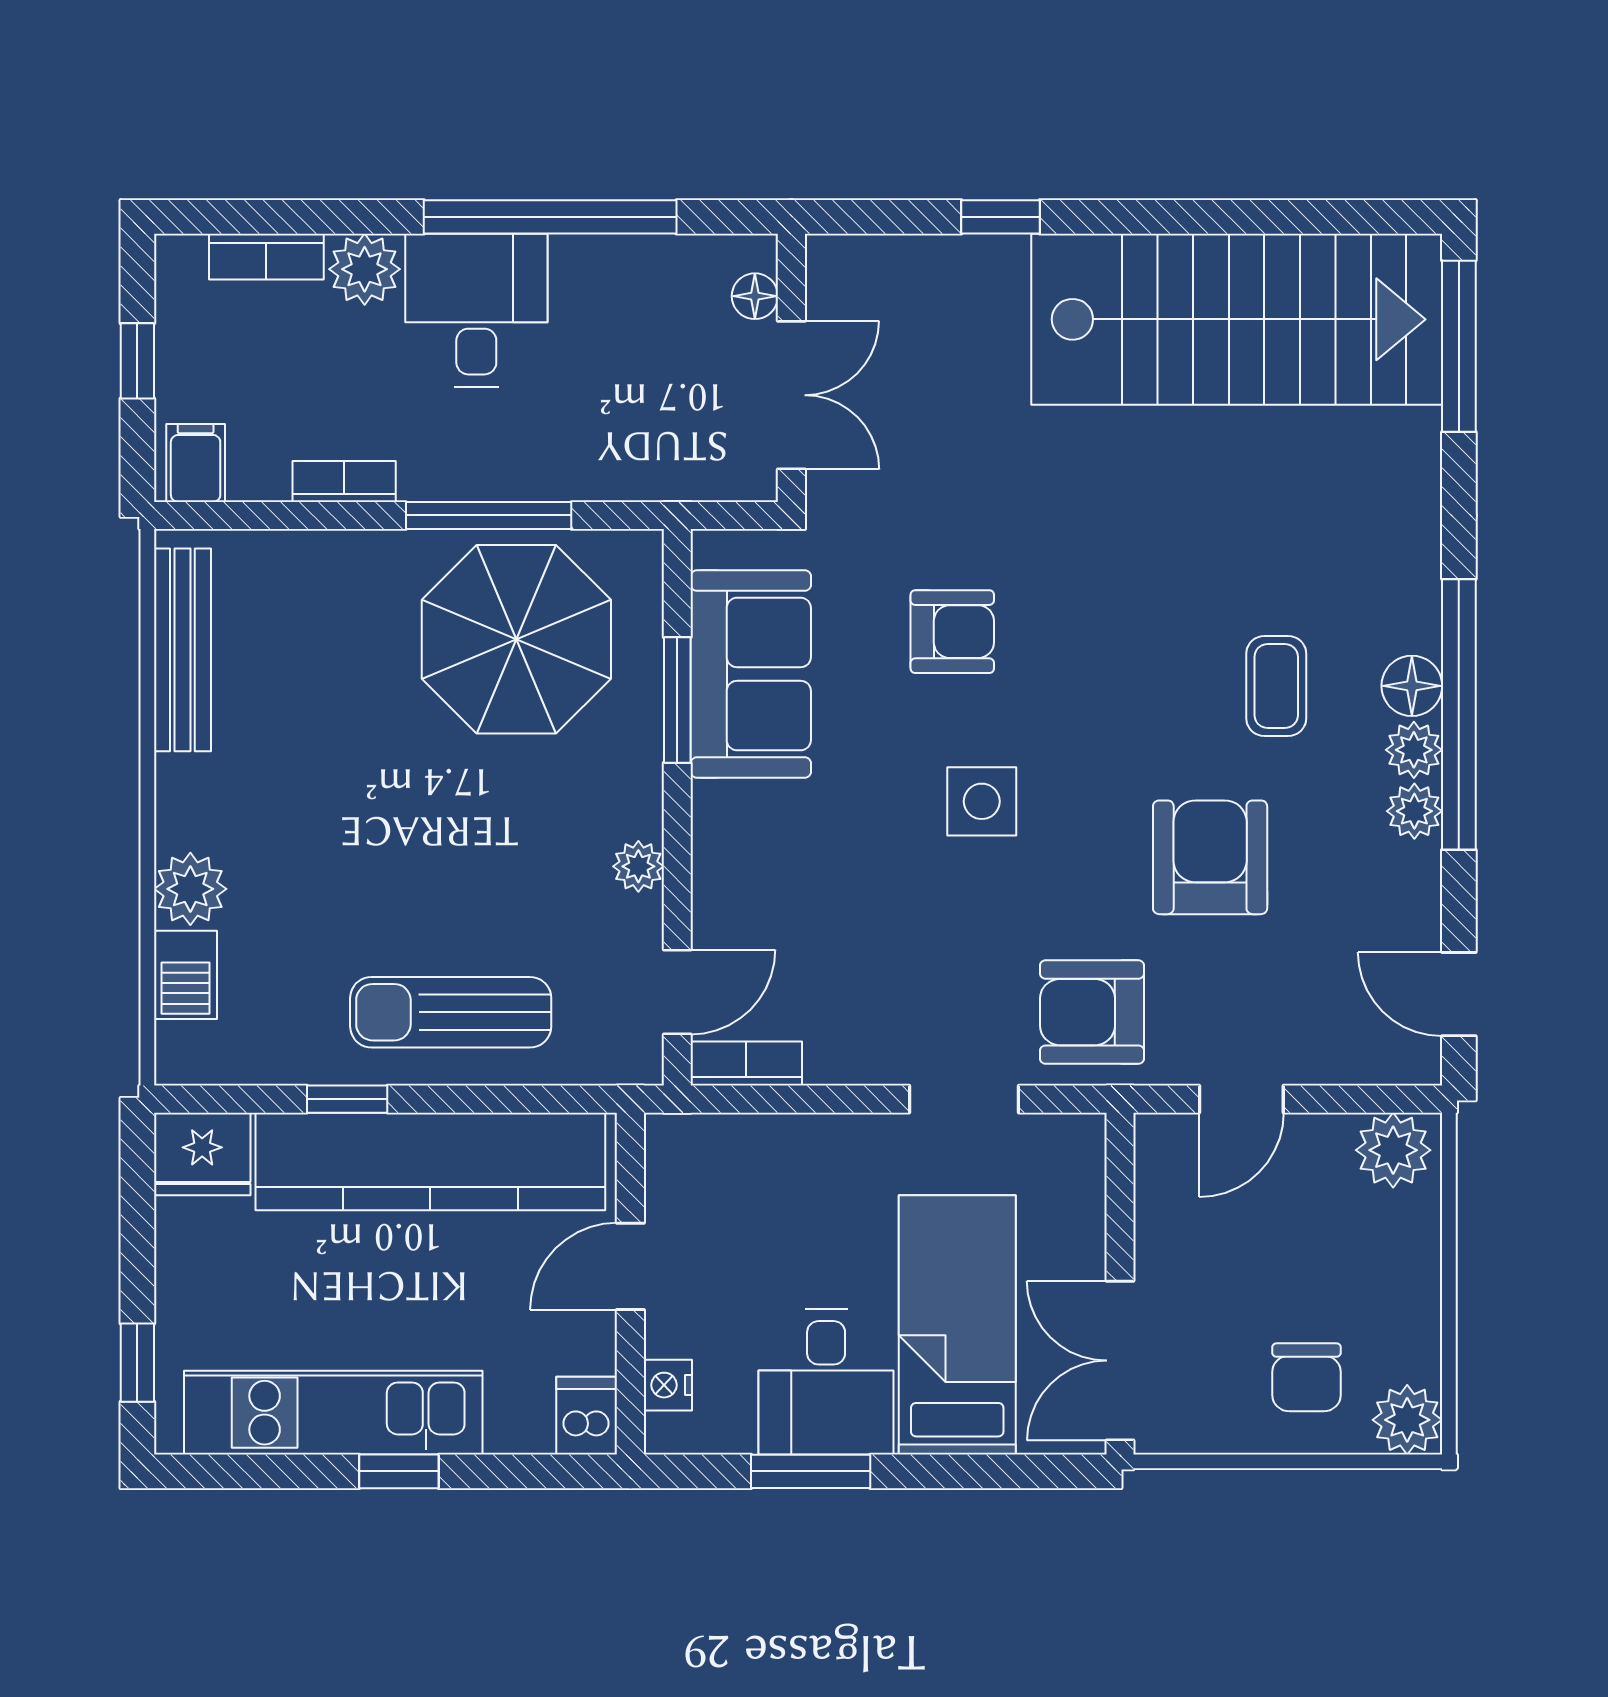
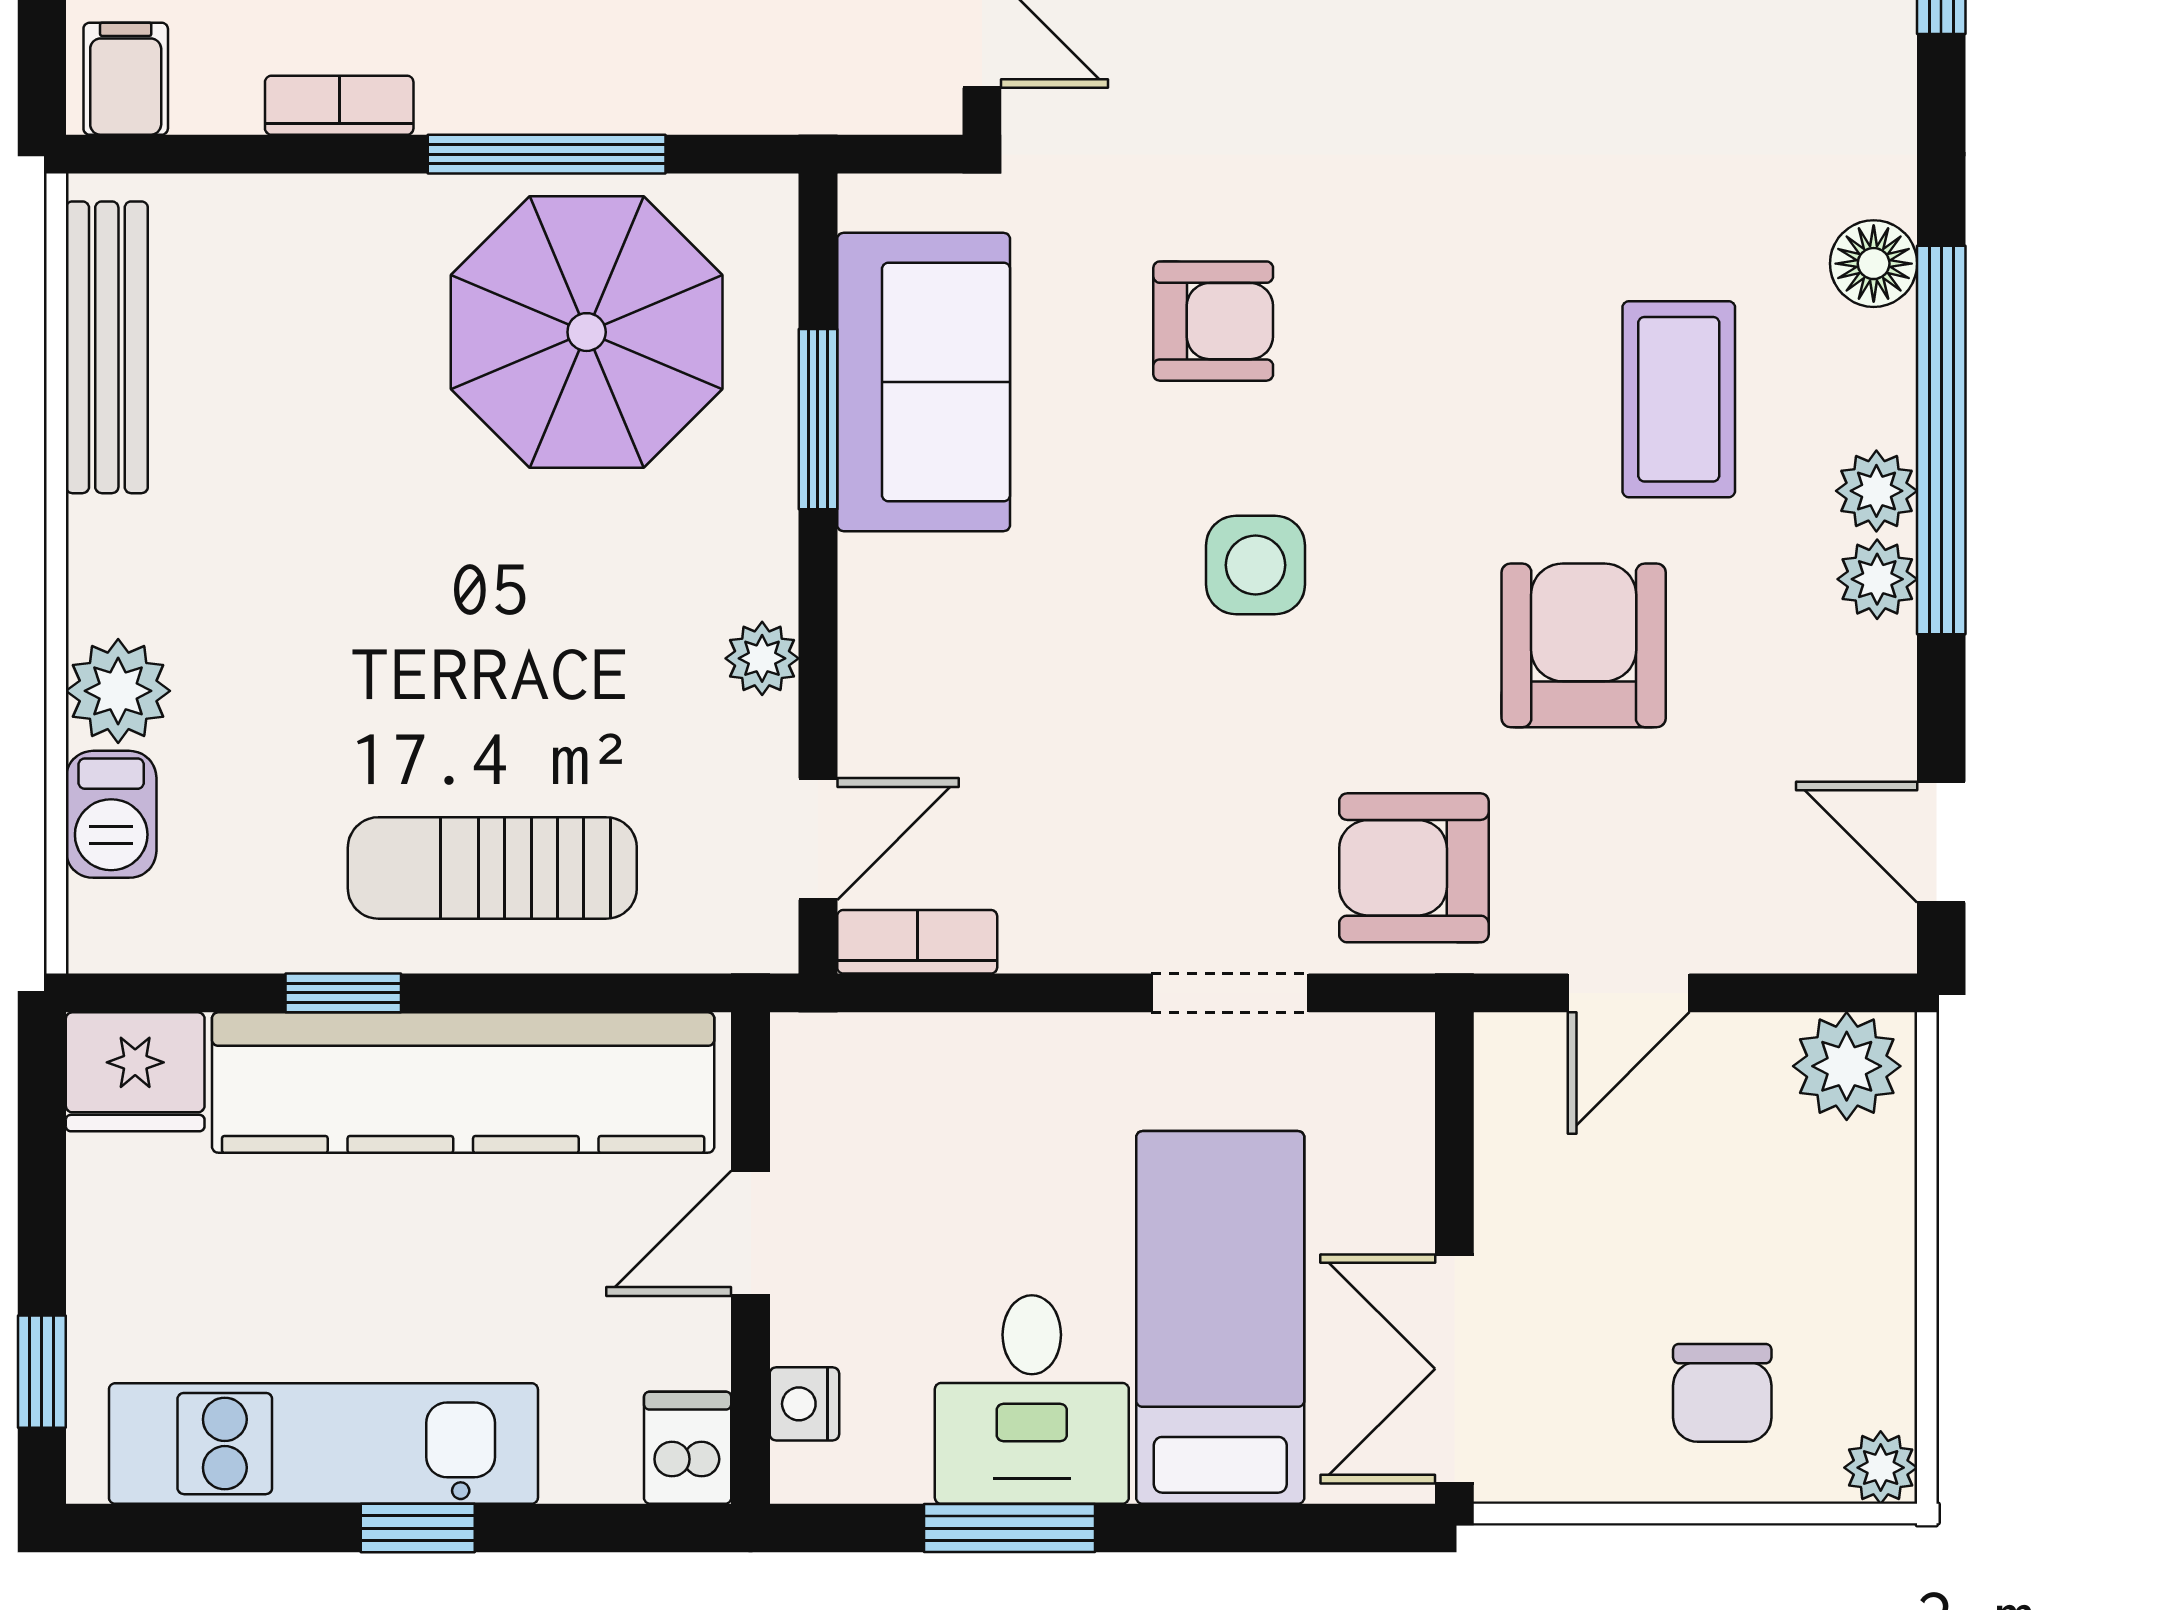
coffee table: (1276, 686) -> (1679, 399), width x1.36, depth x1.30
floor lamp: (1412, 686) -> (1874, 264), moved
plant: (1407, 1420) -> (1881, 1468), width x0.73, depth x0.73

